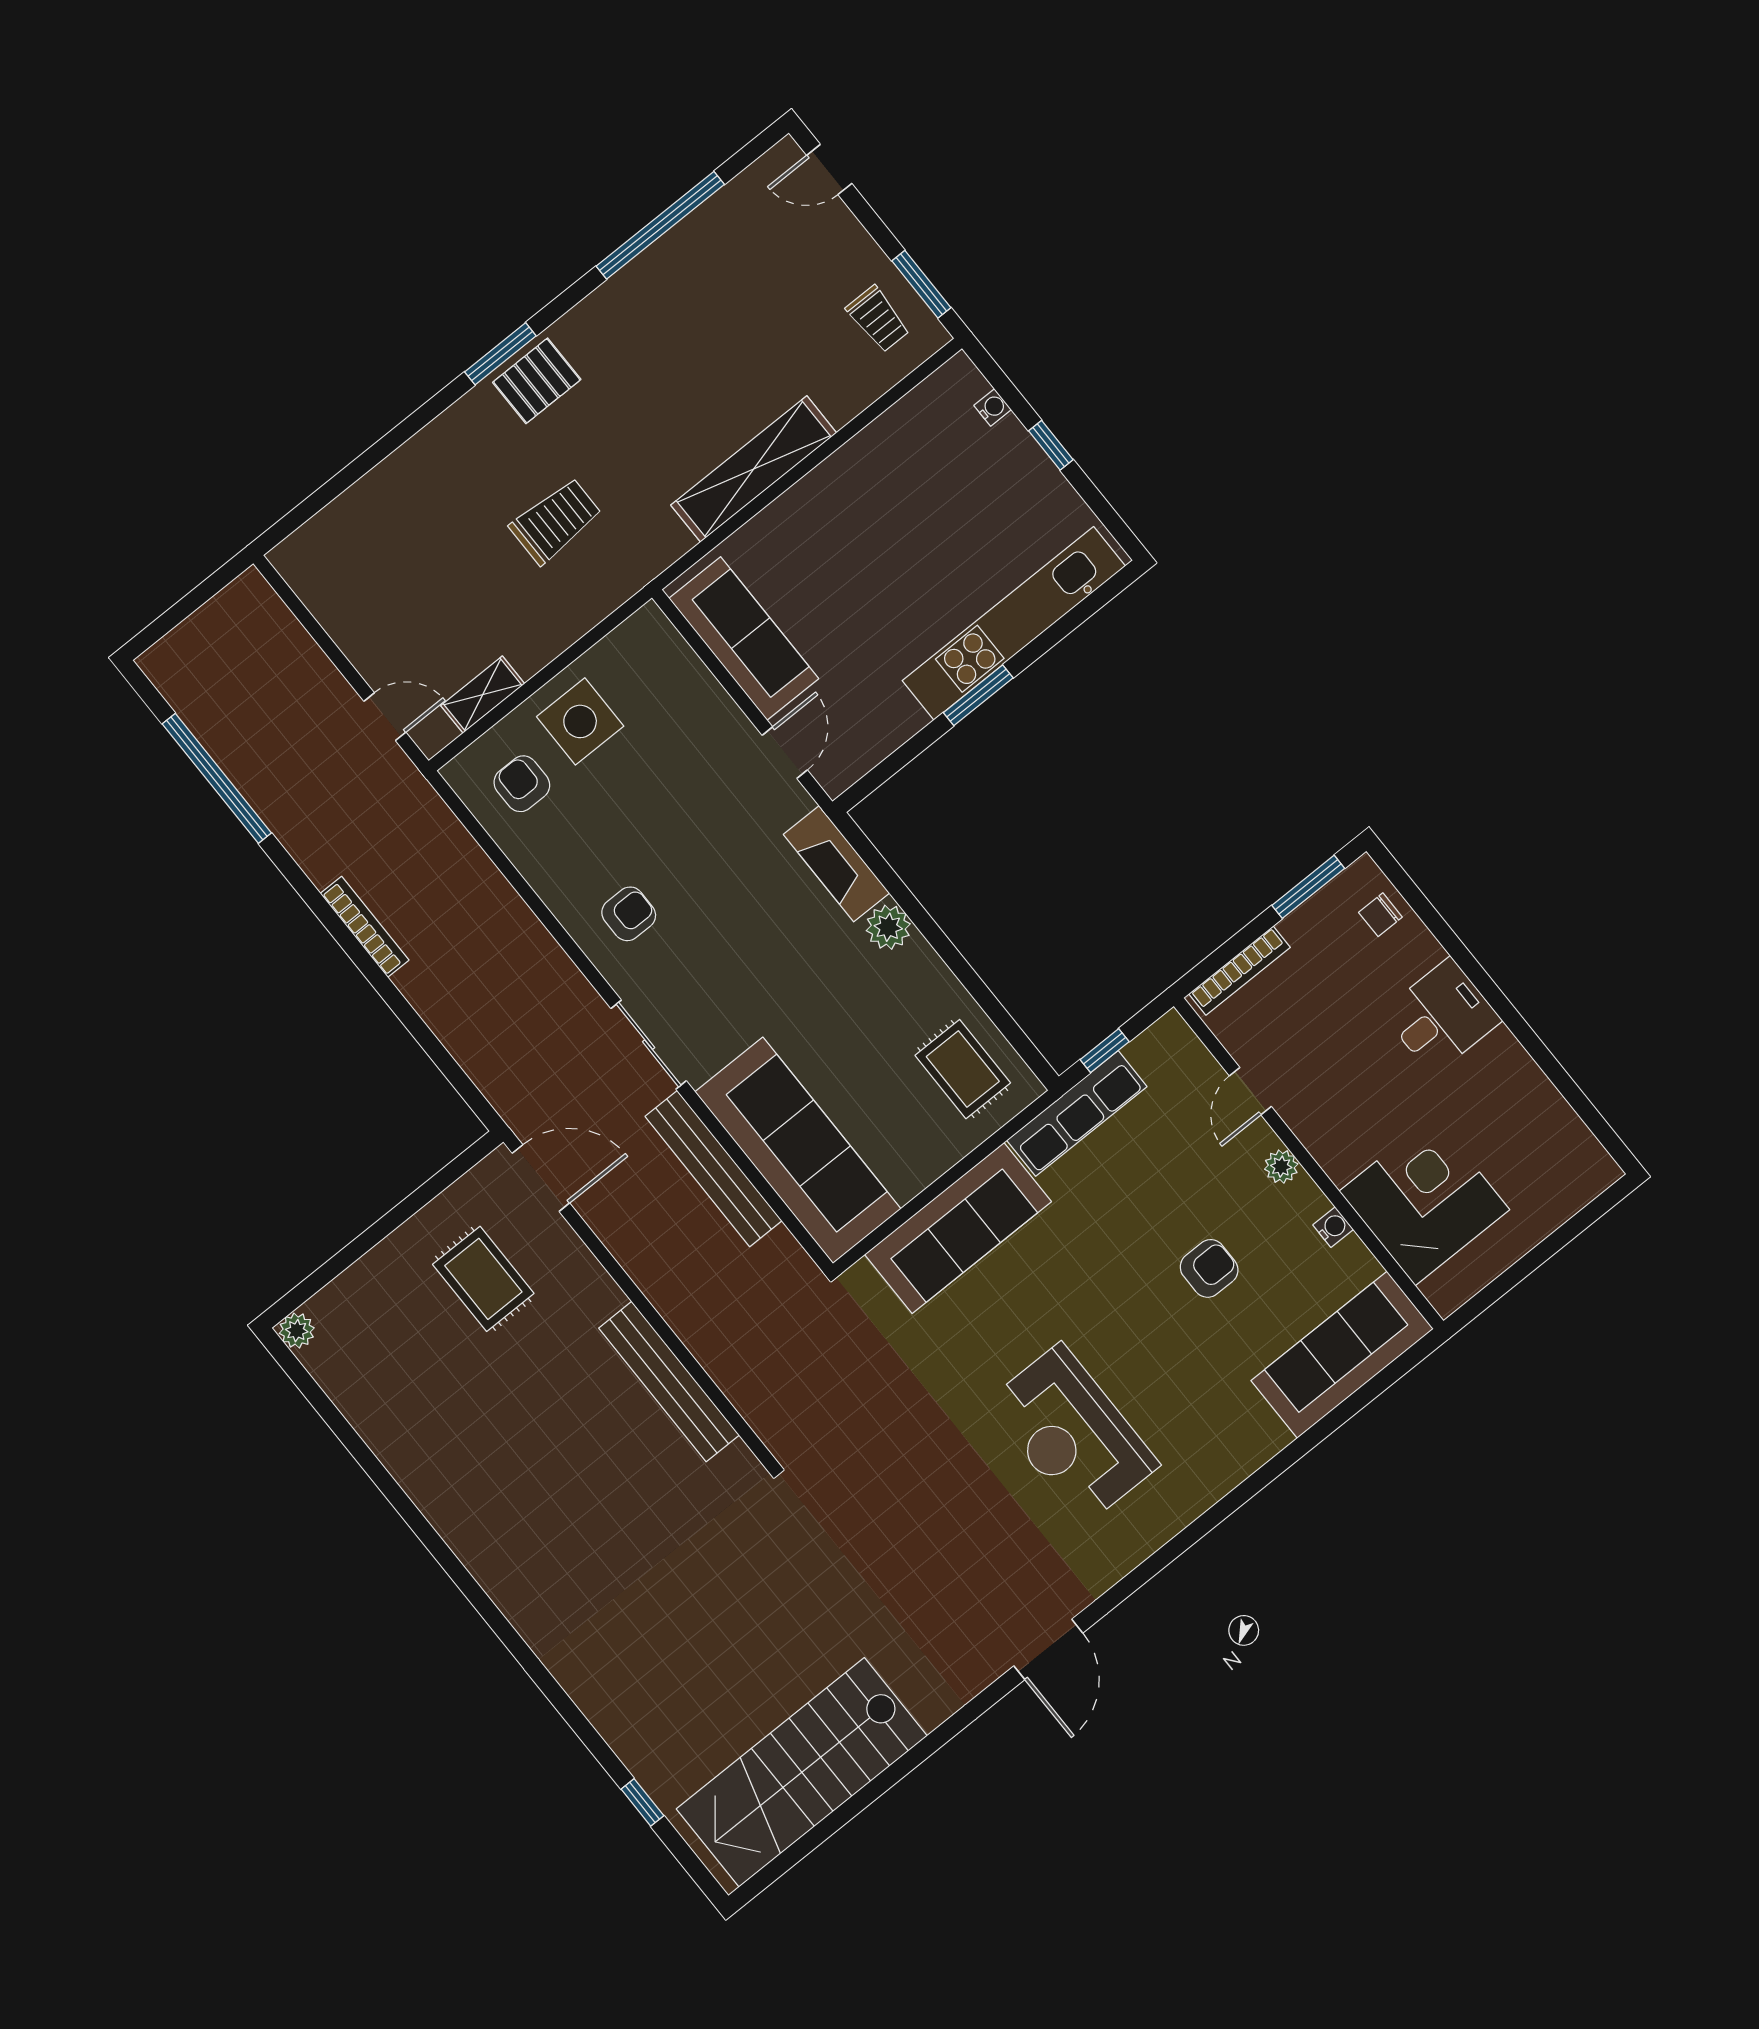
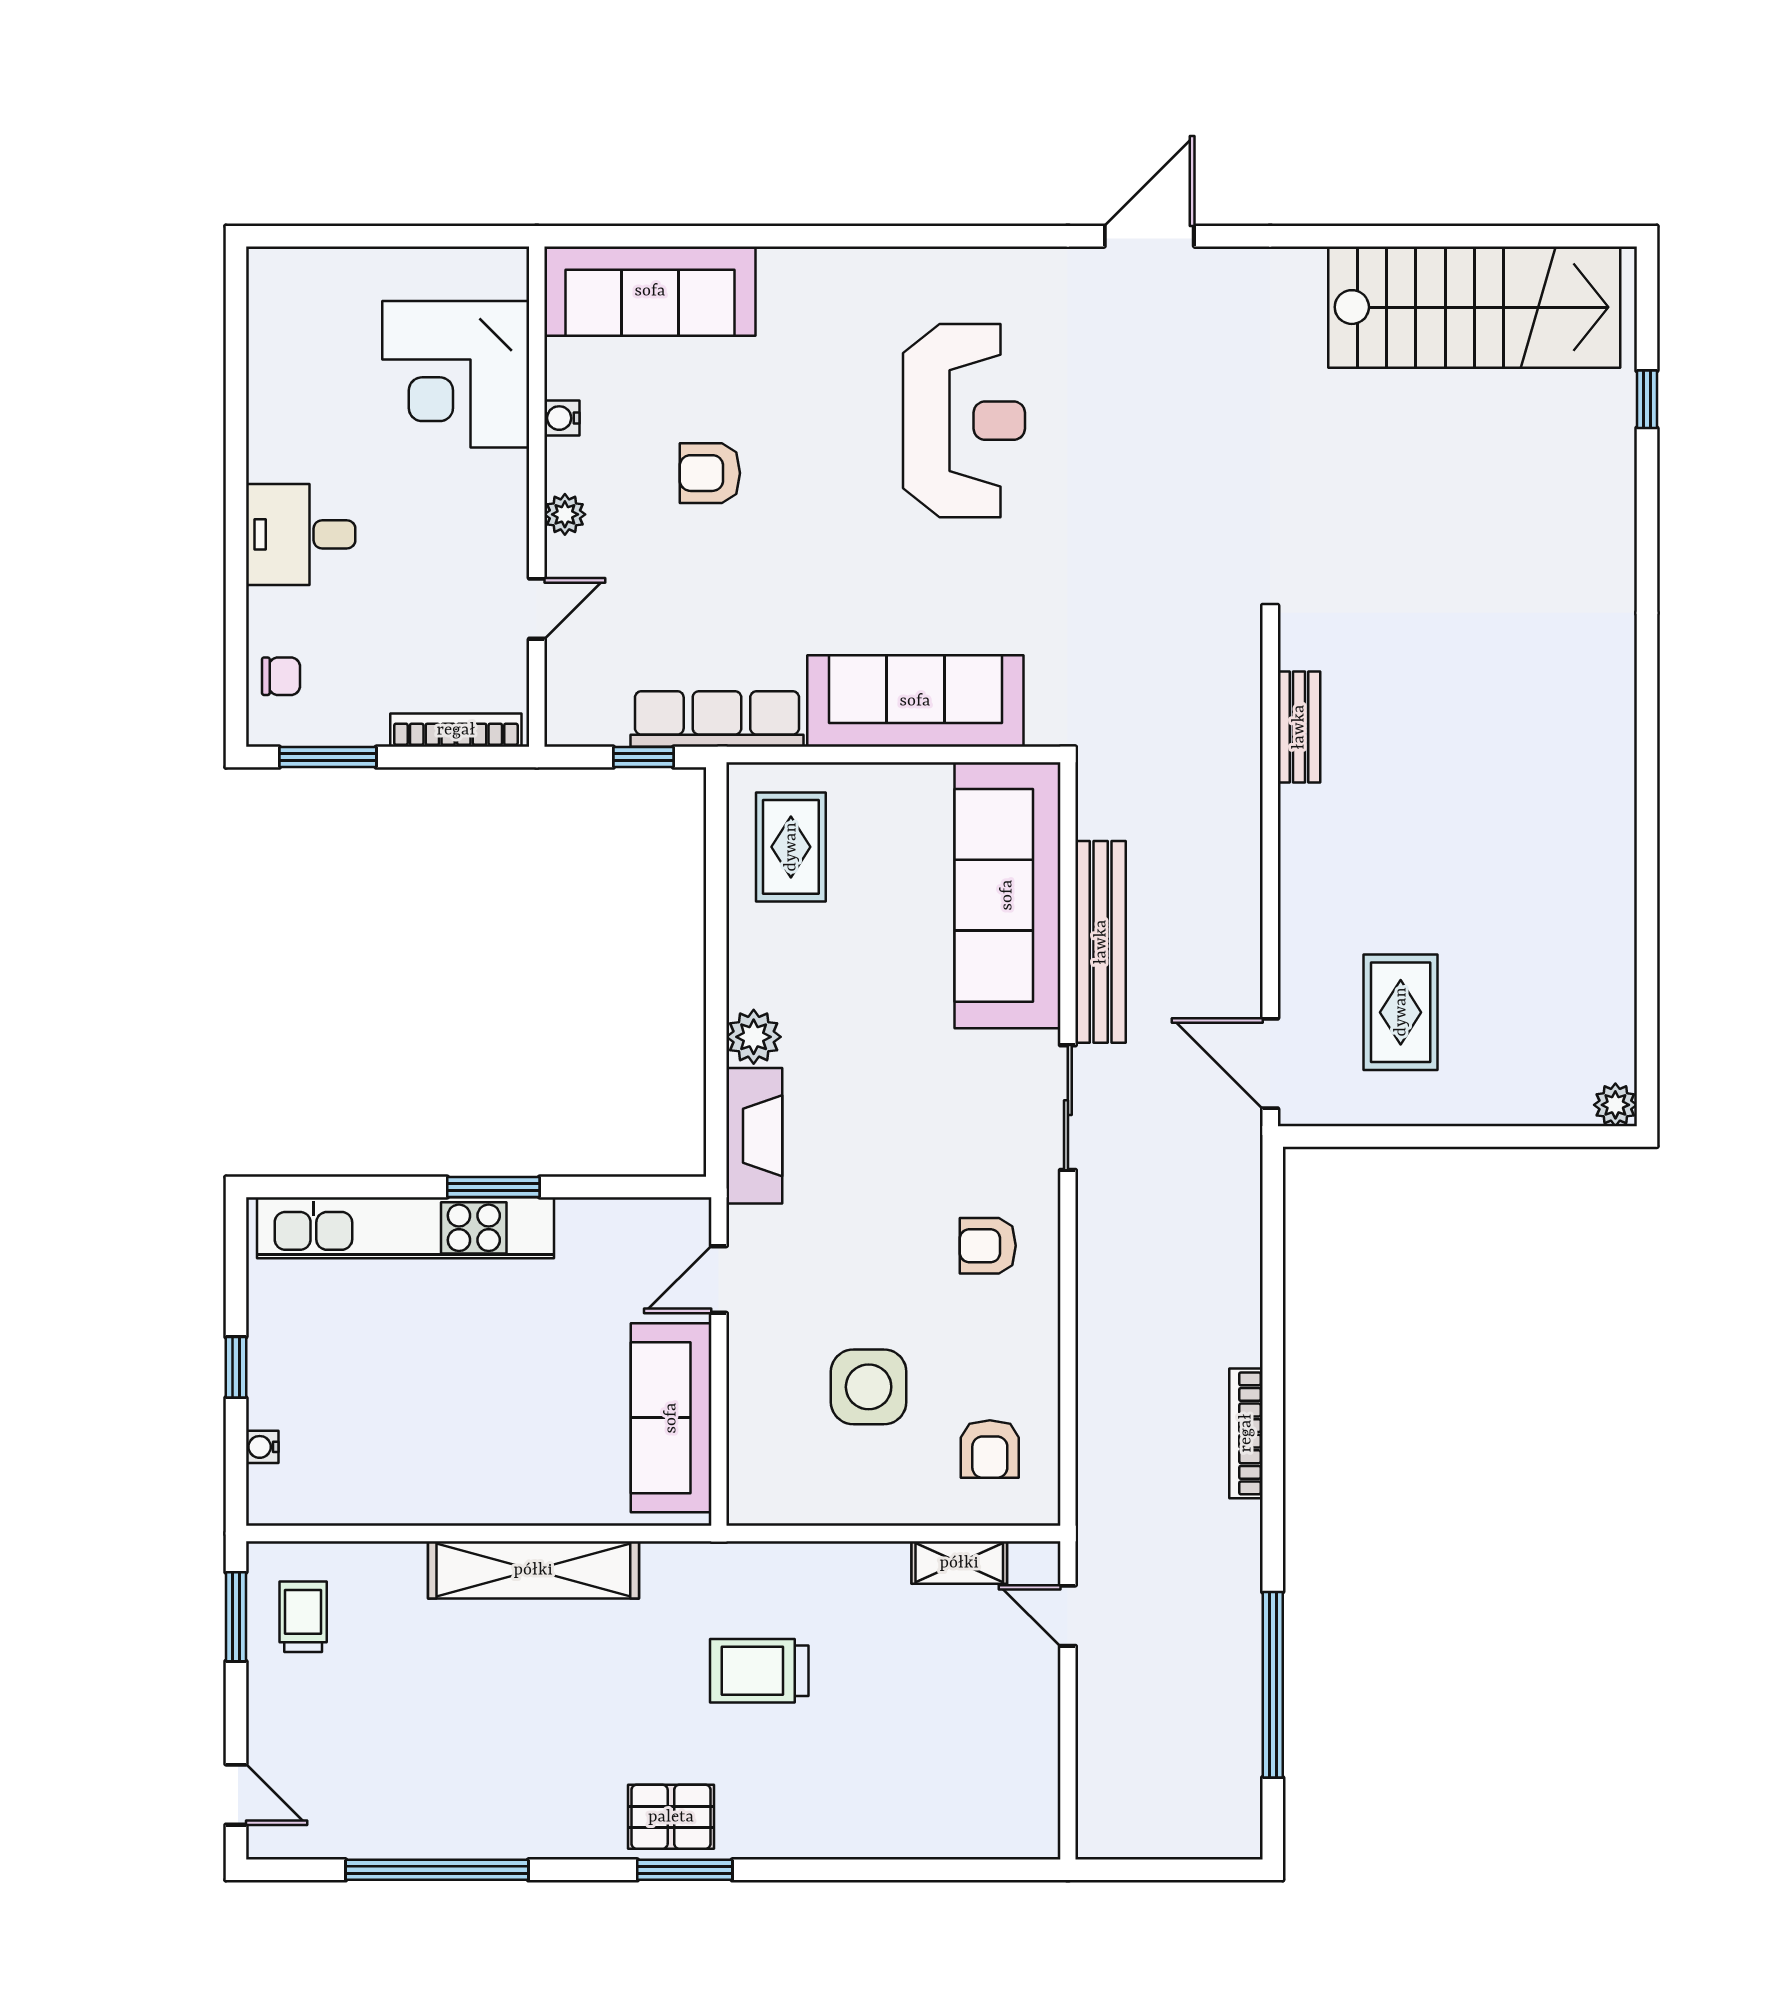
side table: (580, 721) -> (869, 1387), moved
bench: (669, 1382) -> (1299, 727), width x0.54, depth x0.82

